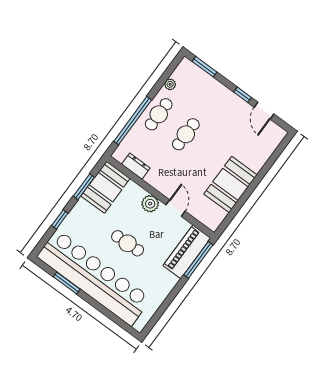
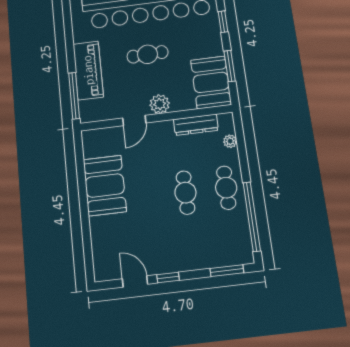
plant: (170, 84) -> (230, 141), moved
window: (133, 121) -> (252, 217), moved
dresser: (136, 166) -> (196, 125), width x1.44
door: (175, 208) -> (134, 121), hinge flipped
piano: (187, 252) -> (88, 70), moved

